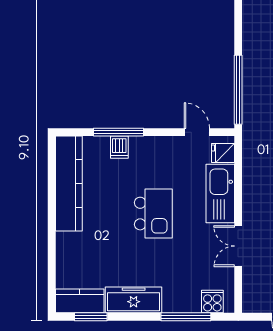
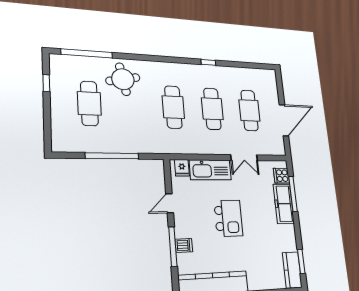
window: (238, 90) -> (112, 156), moved
door: (197, 132) -> (170, 203), moved
kitchen island: (153, 214) -> (228, 218), turned 90
freezer: (134, 300) -> (284, 204), moved

